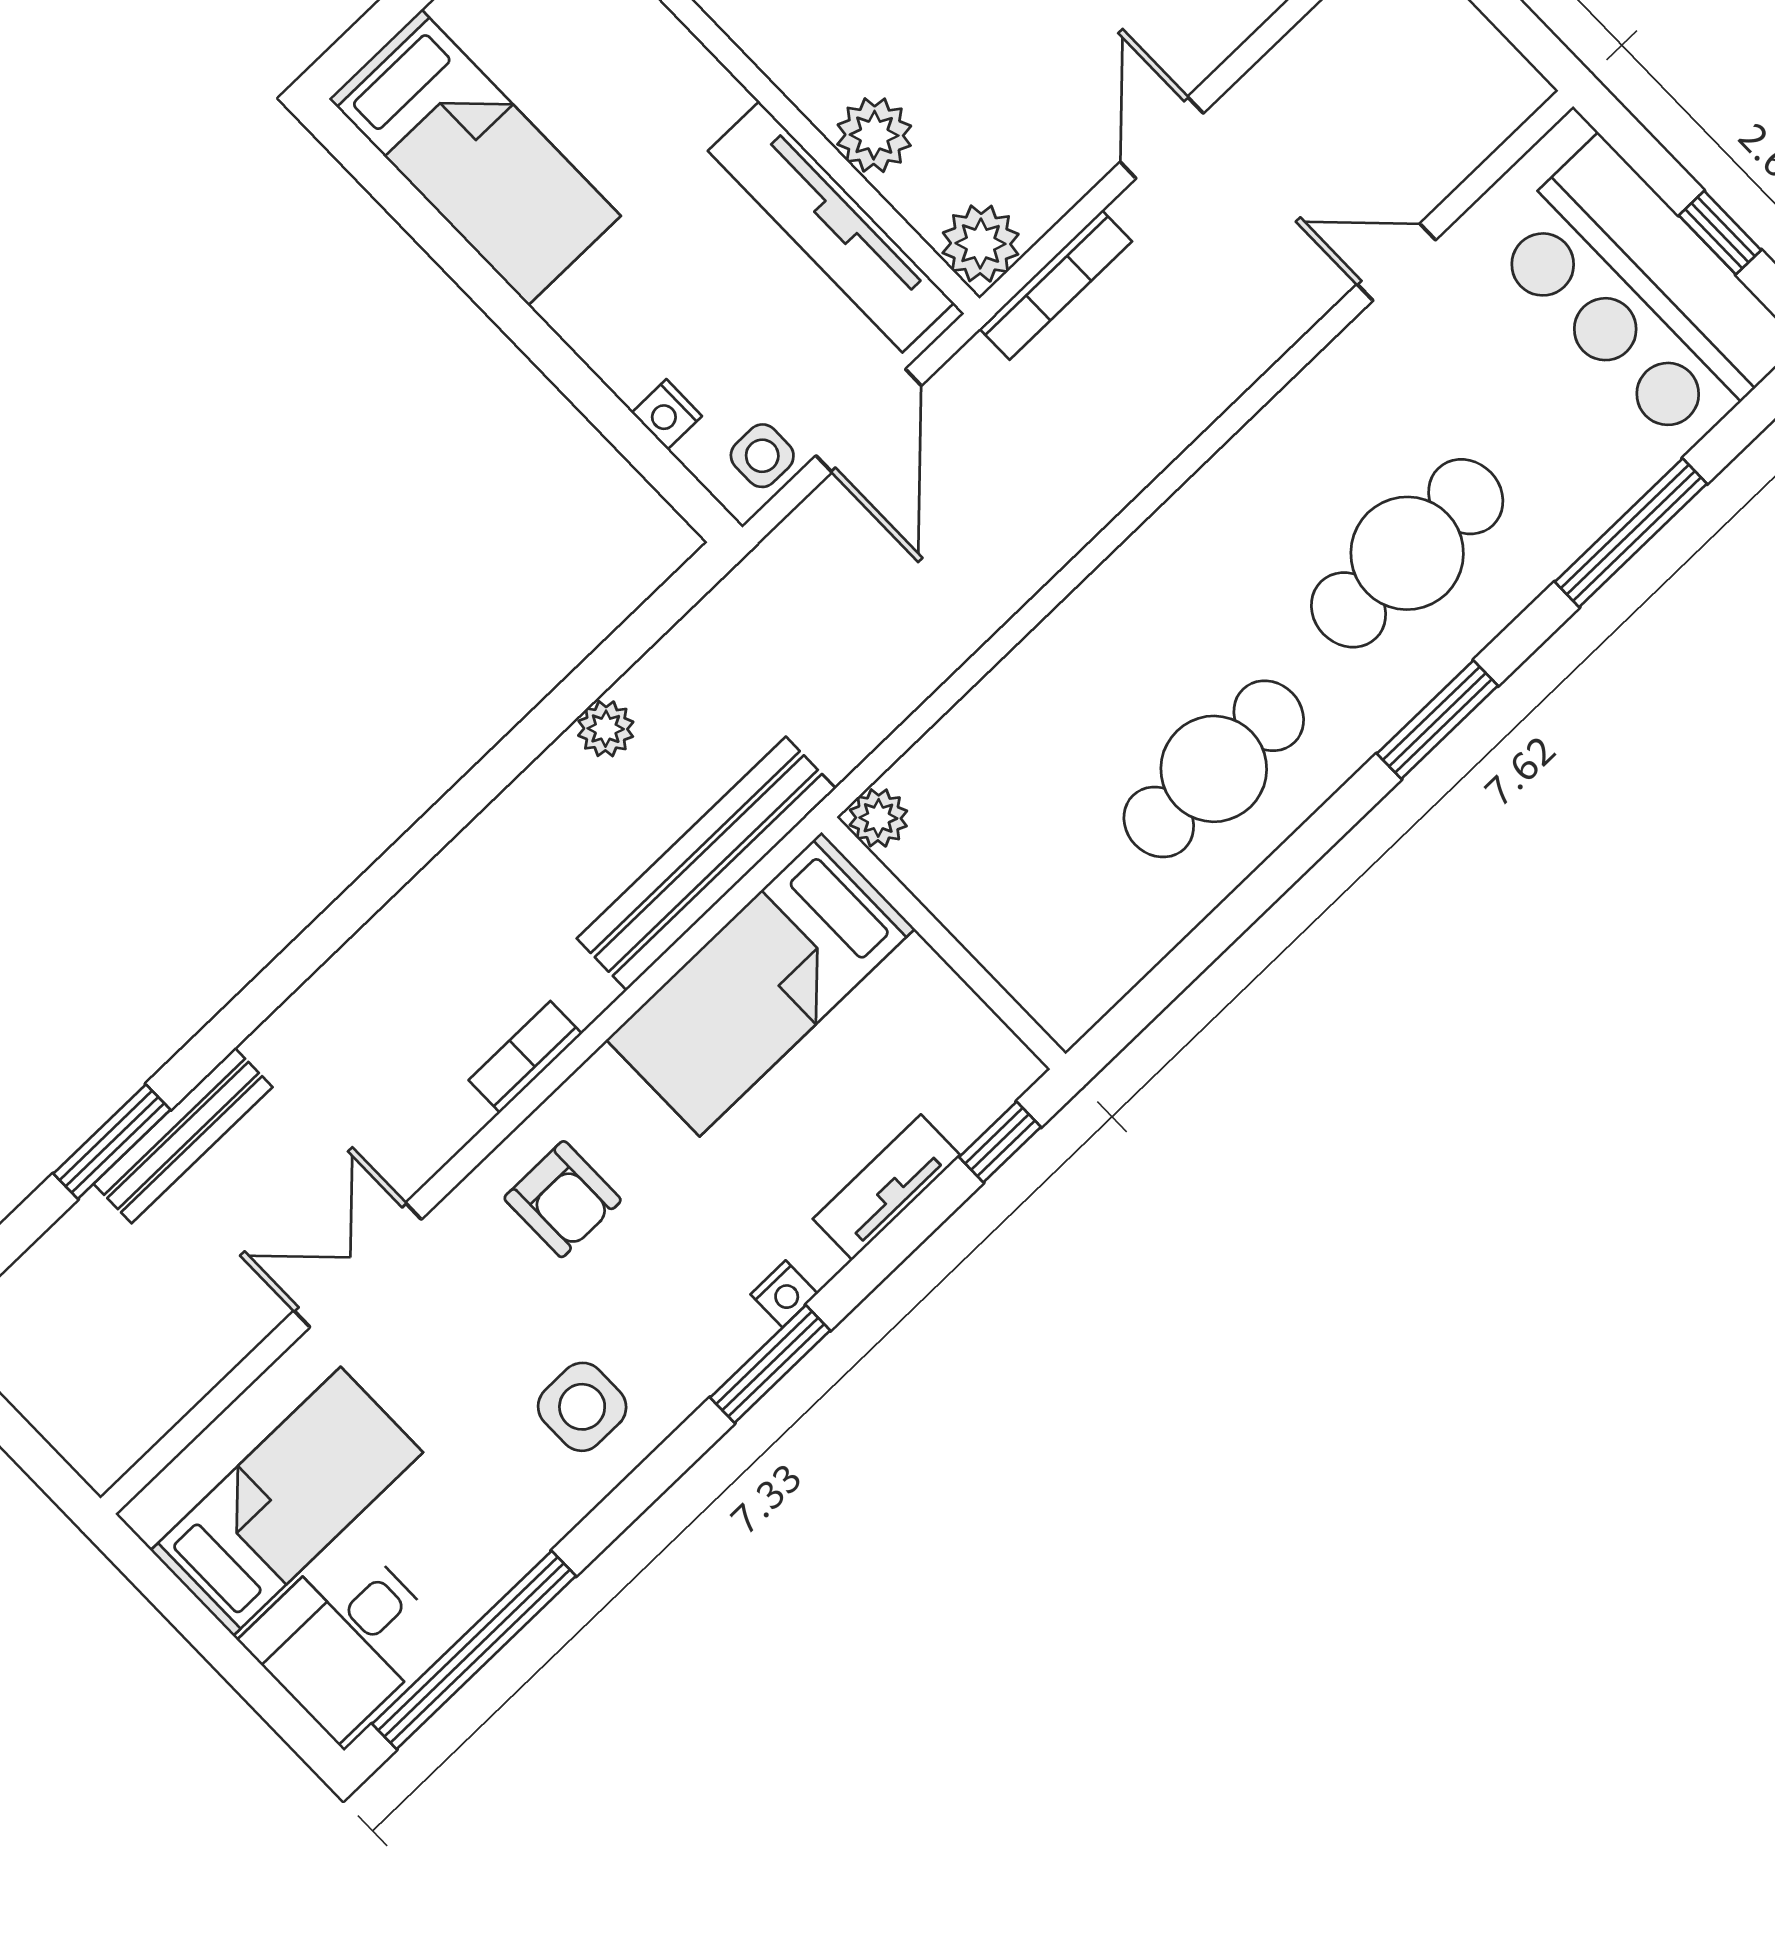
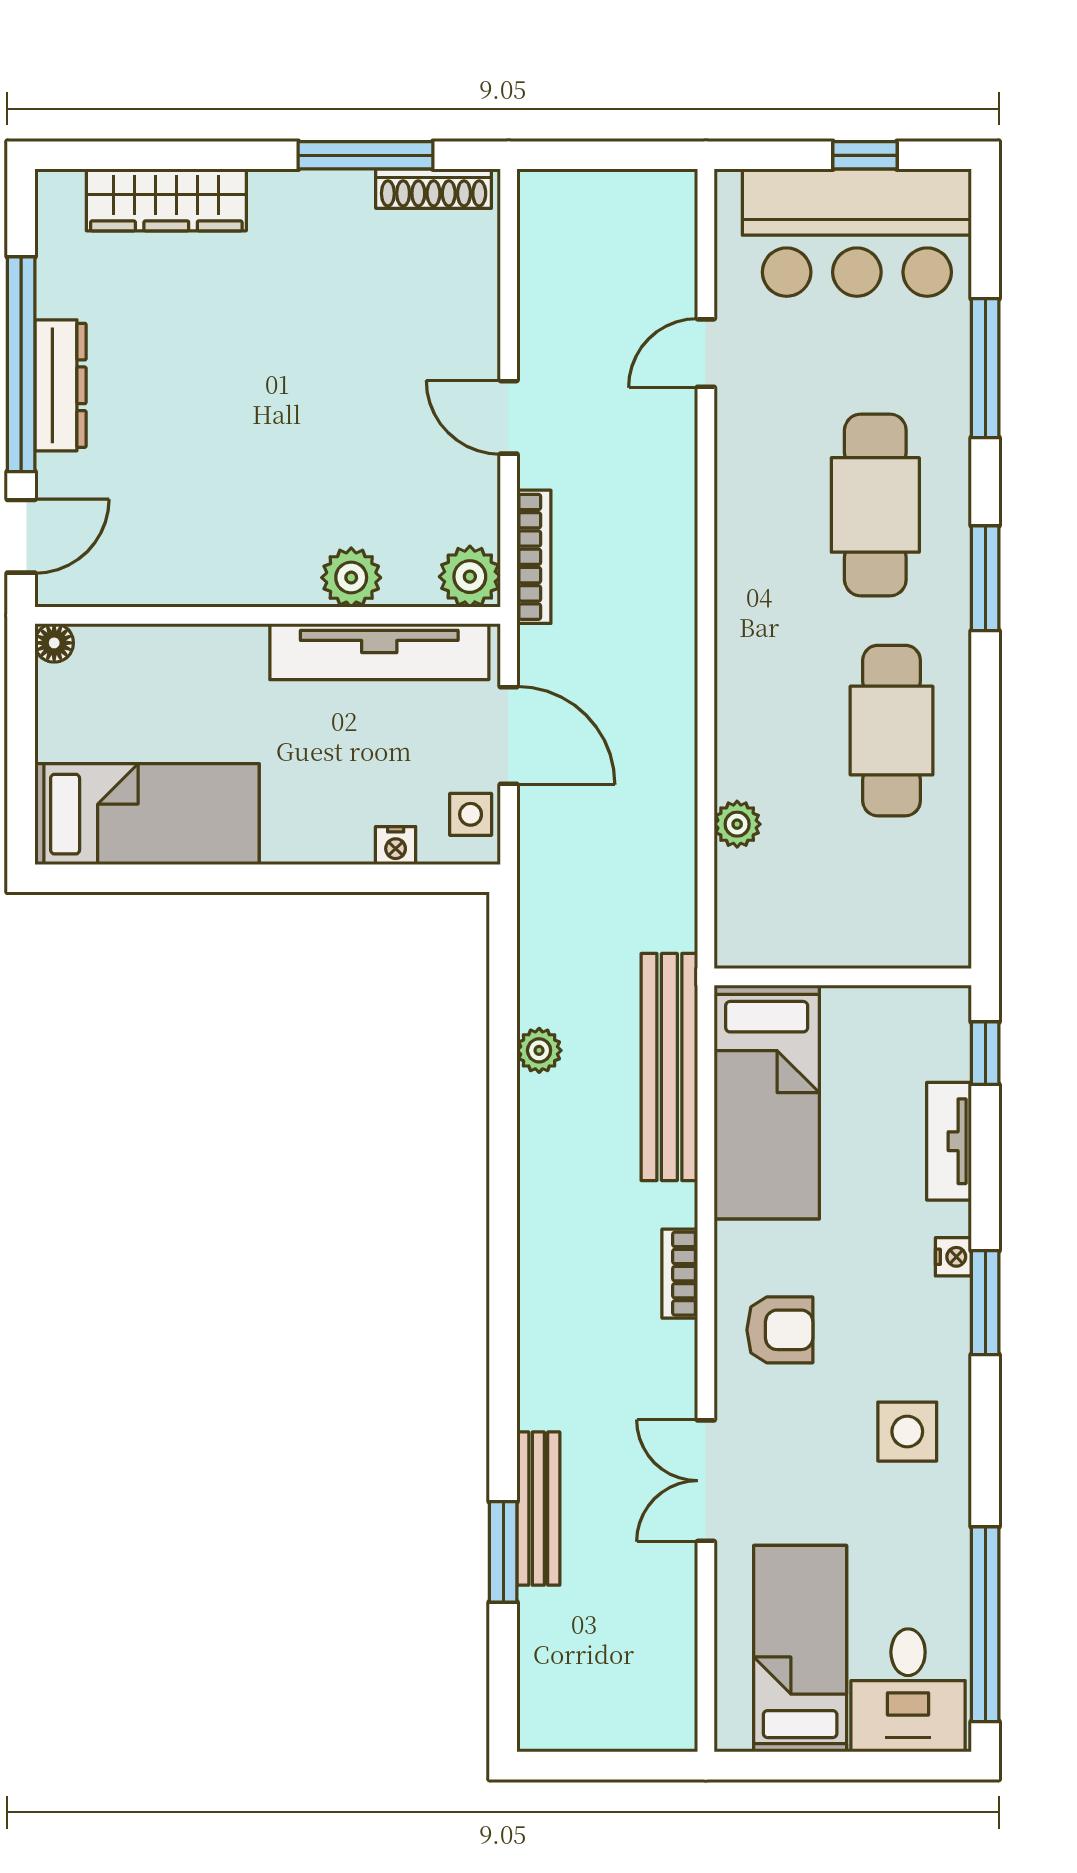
plant: (878, 818) -> (737, 824), moved

